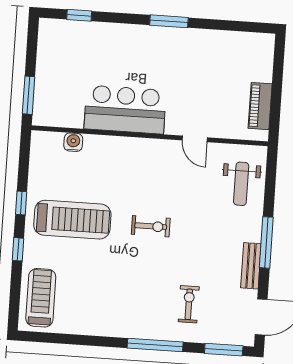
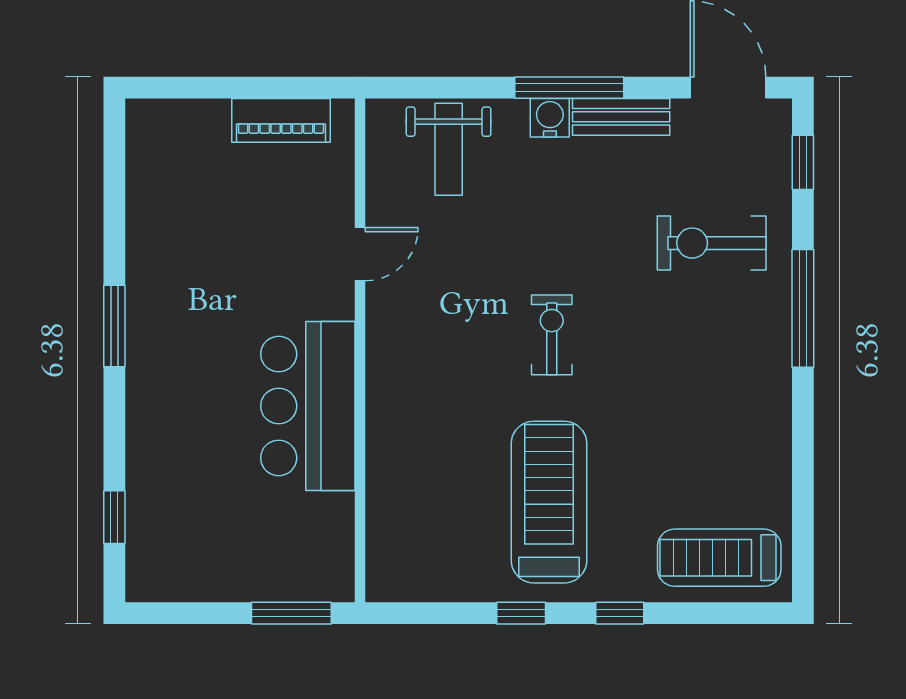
water cooler: (73, 142) -> (550, 118), moved, turned 90
weight bench: (241, 184) -> (449, 149), turned 90
exercise bike: (189, 304) -> (712, 243), width x1.38, depth x1.39
window: (224, 350) -> (803, 162), width x0.67

